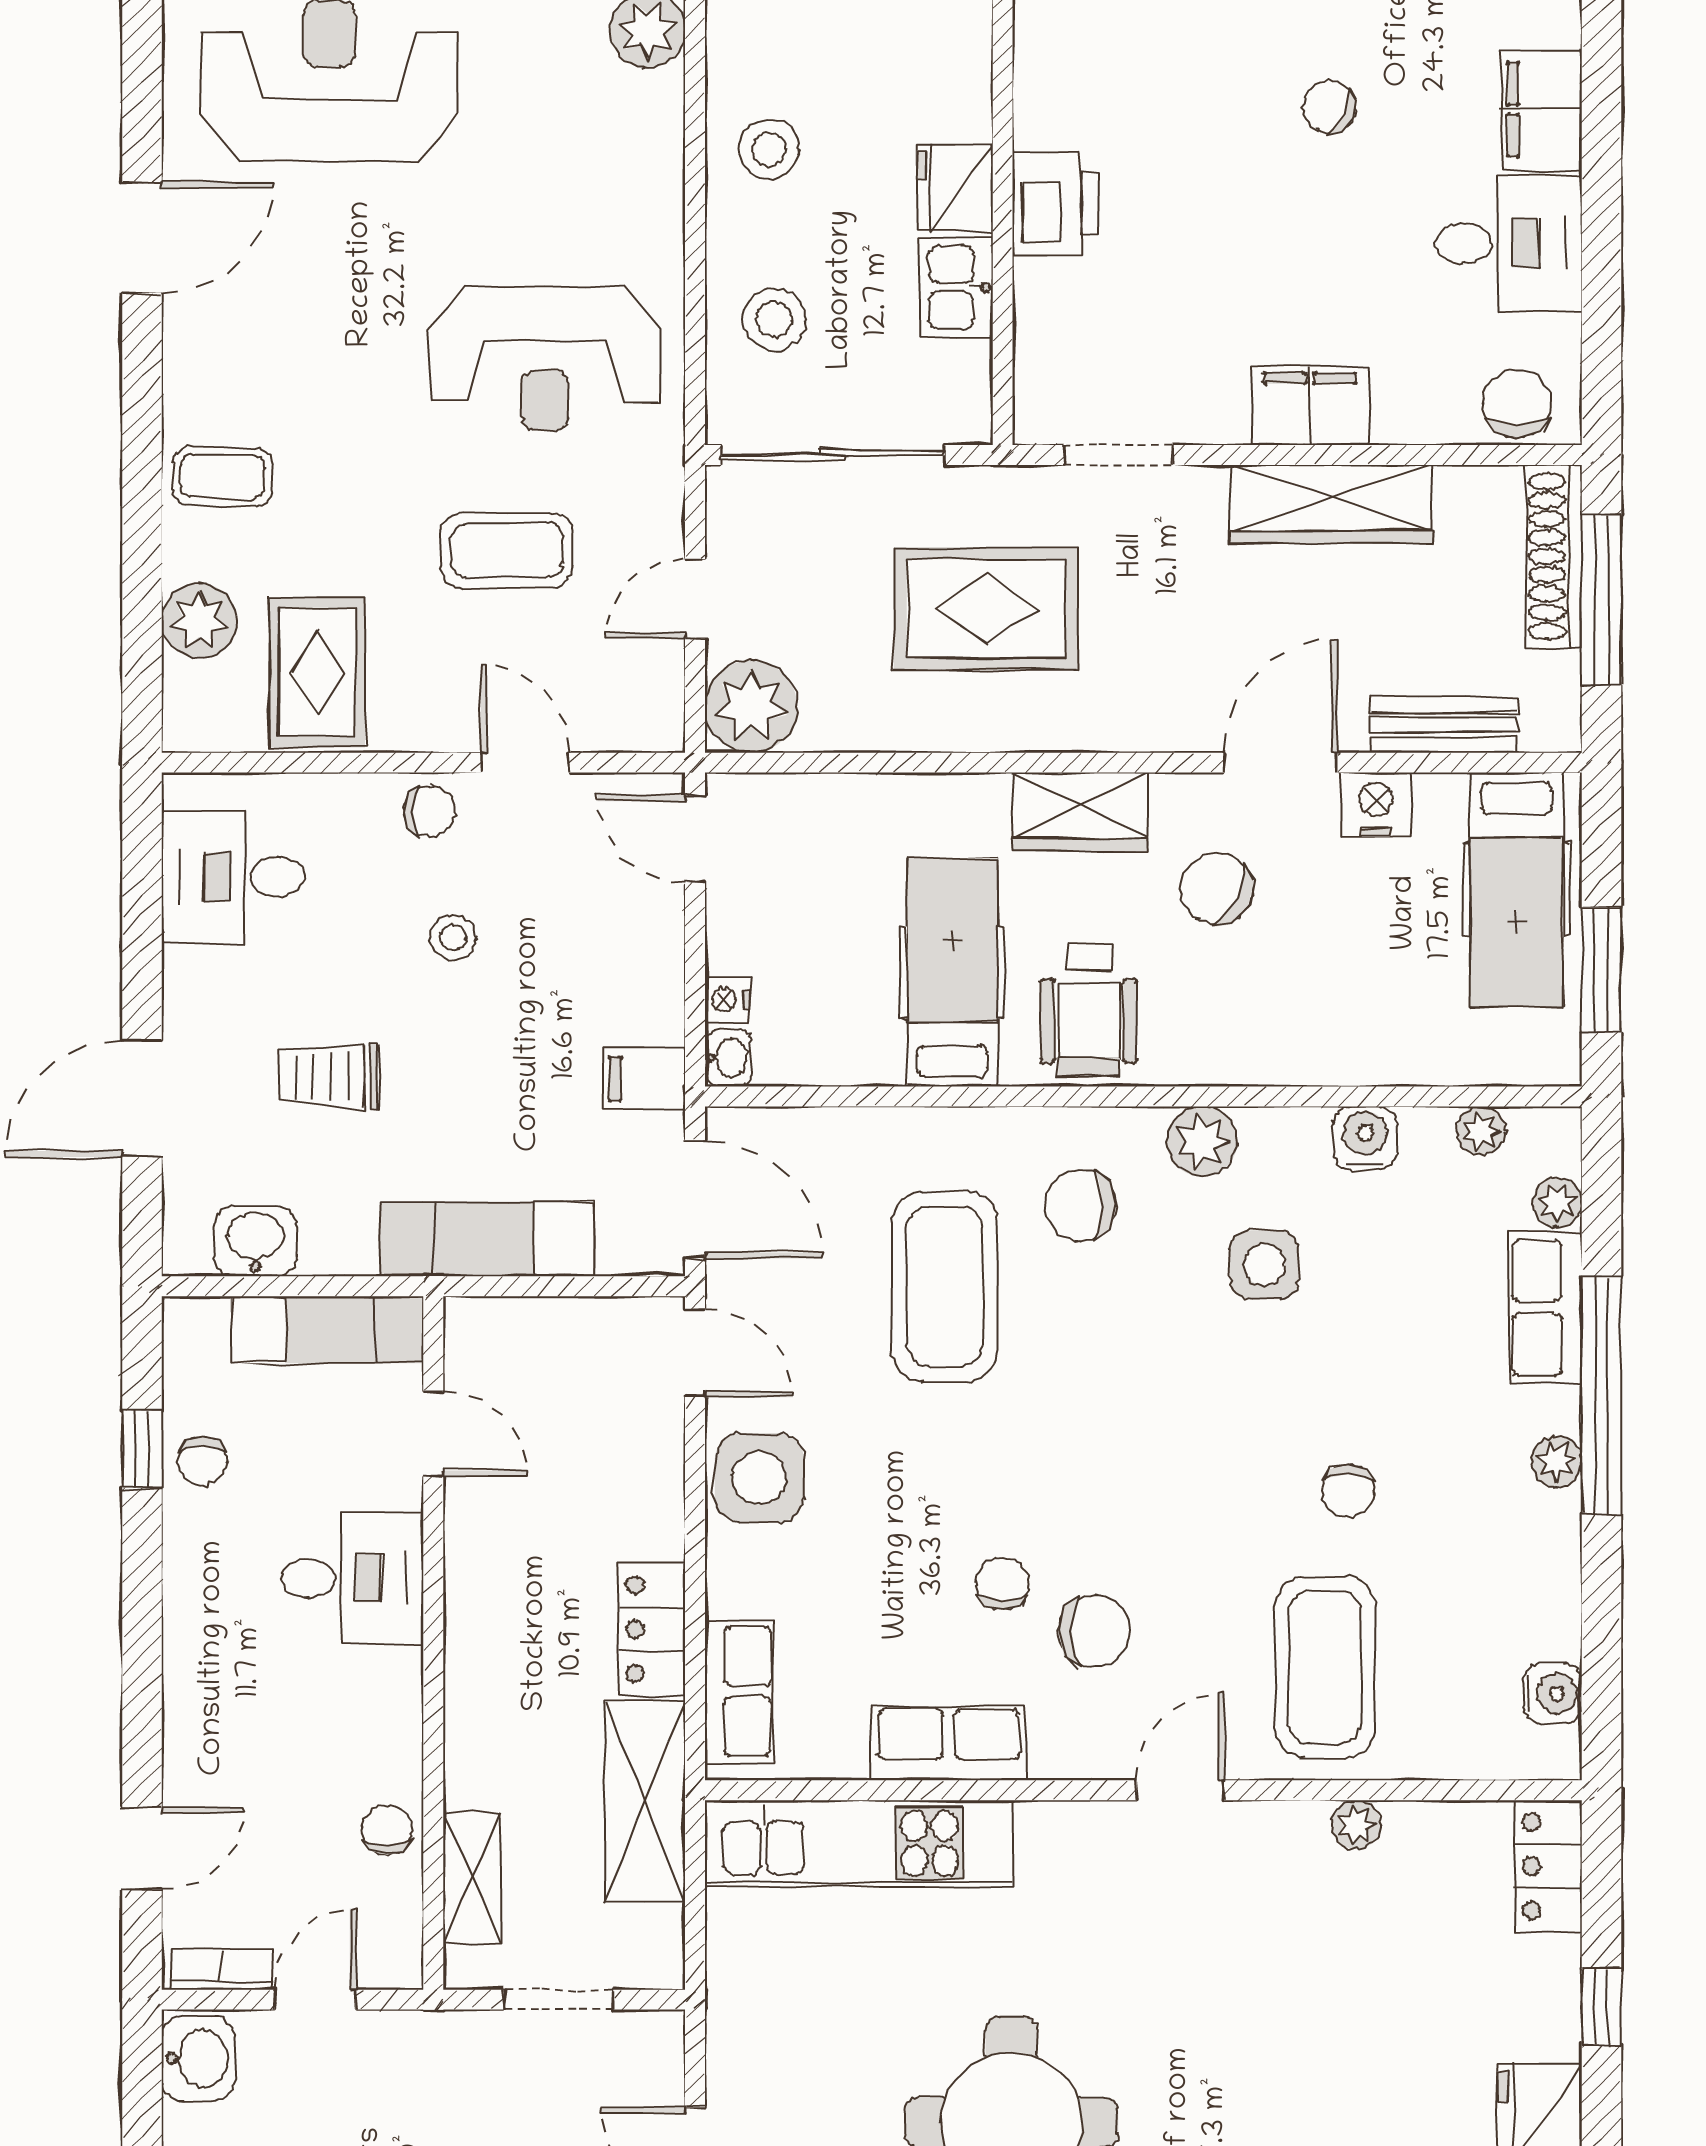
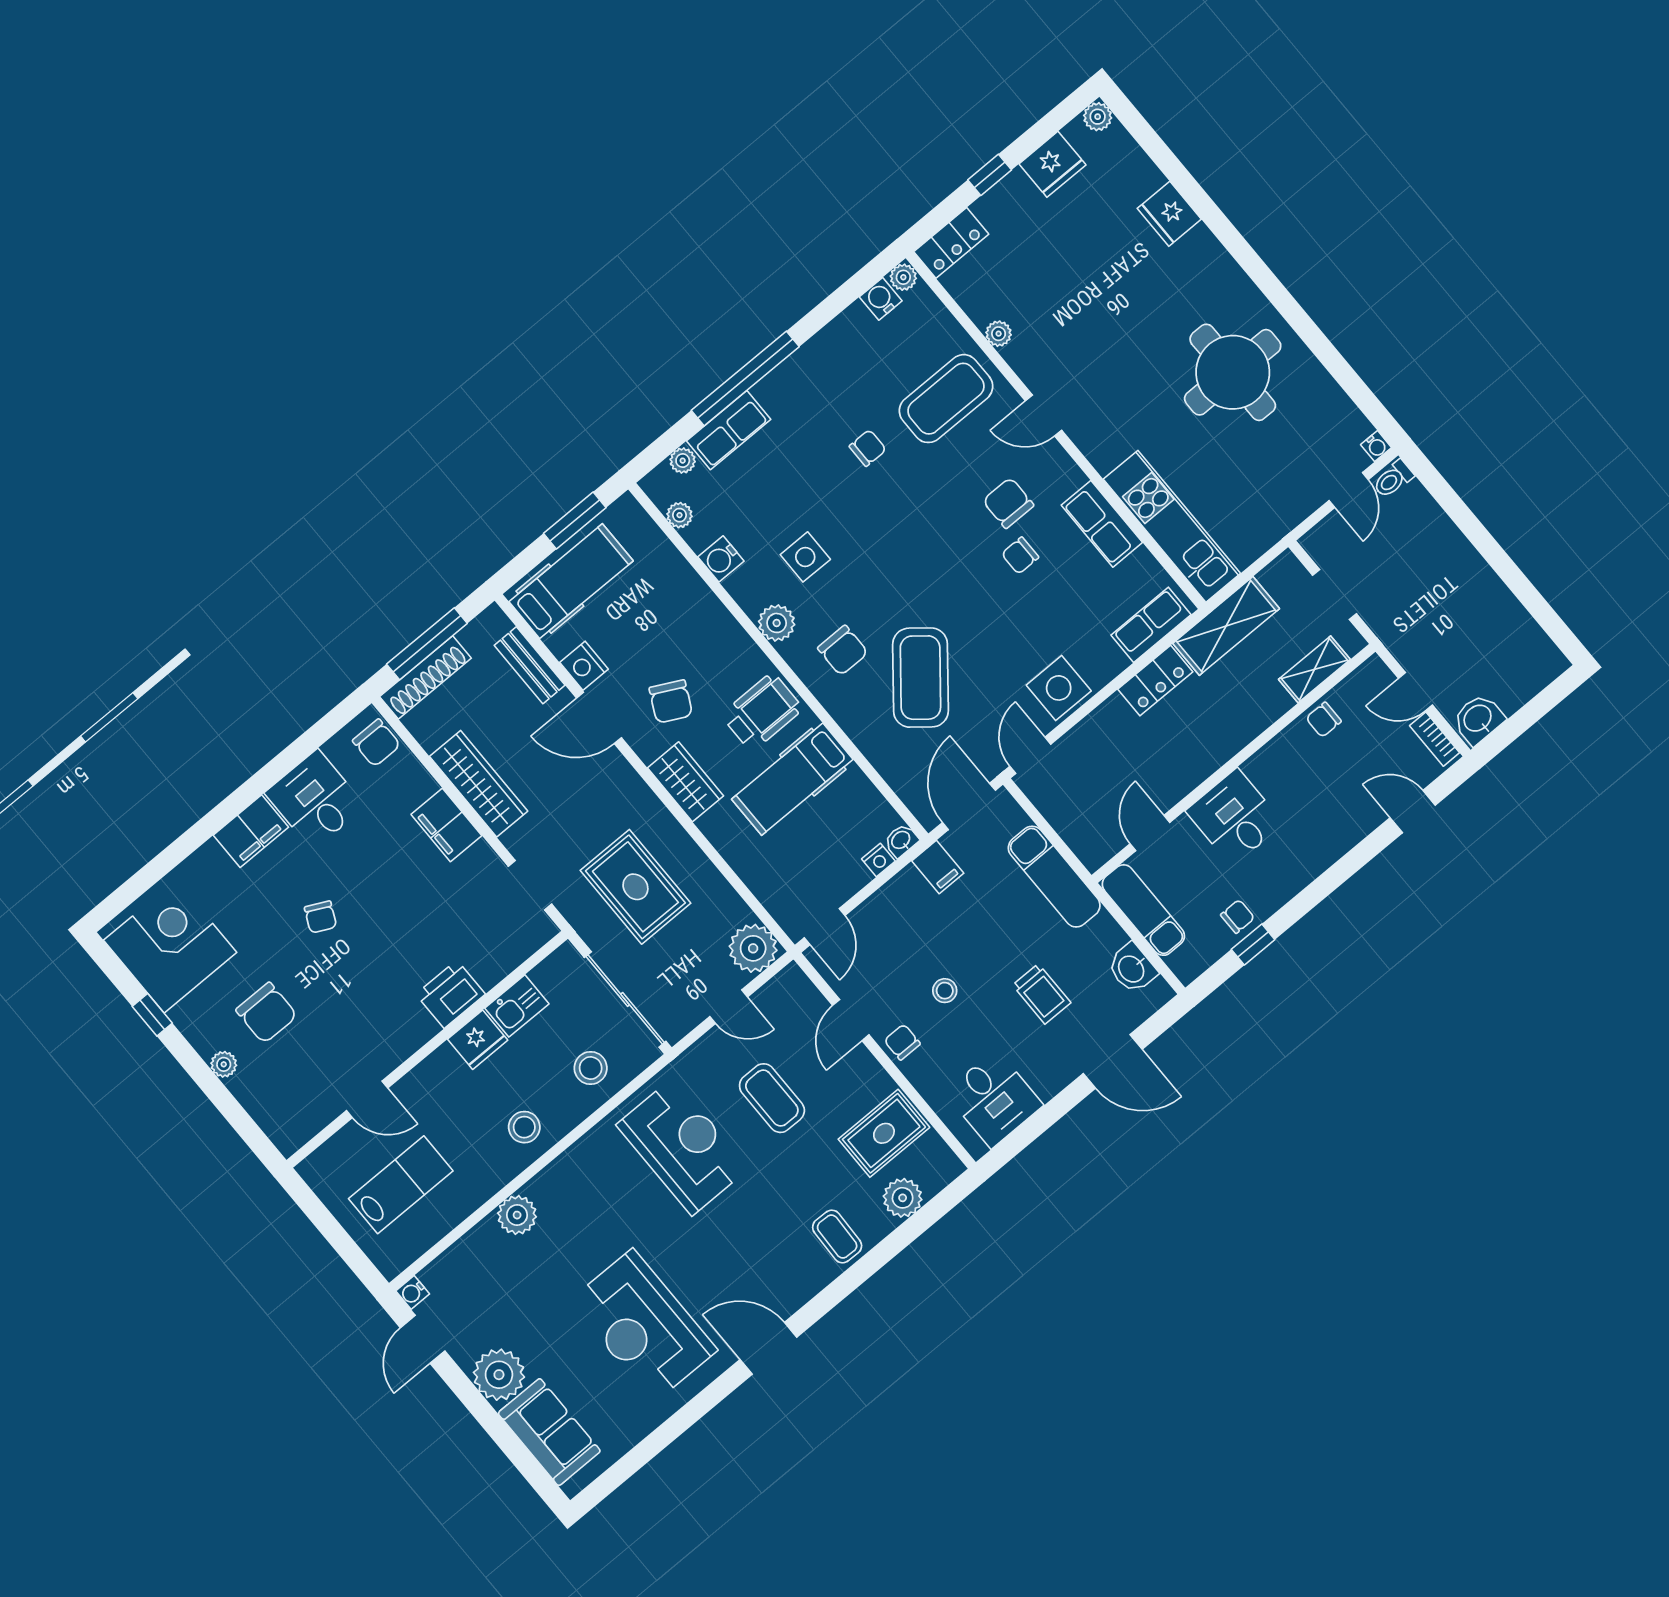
chair: (1517, 403) -> (376, 743), turned -90
coffee table: (945, 1287) -> (920, 678), turned -51
plant: (1557, 1461) -> (903, 277), moved

